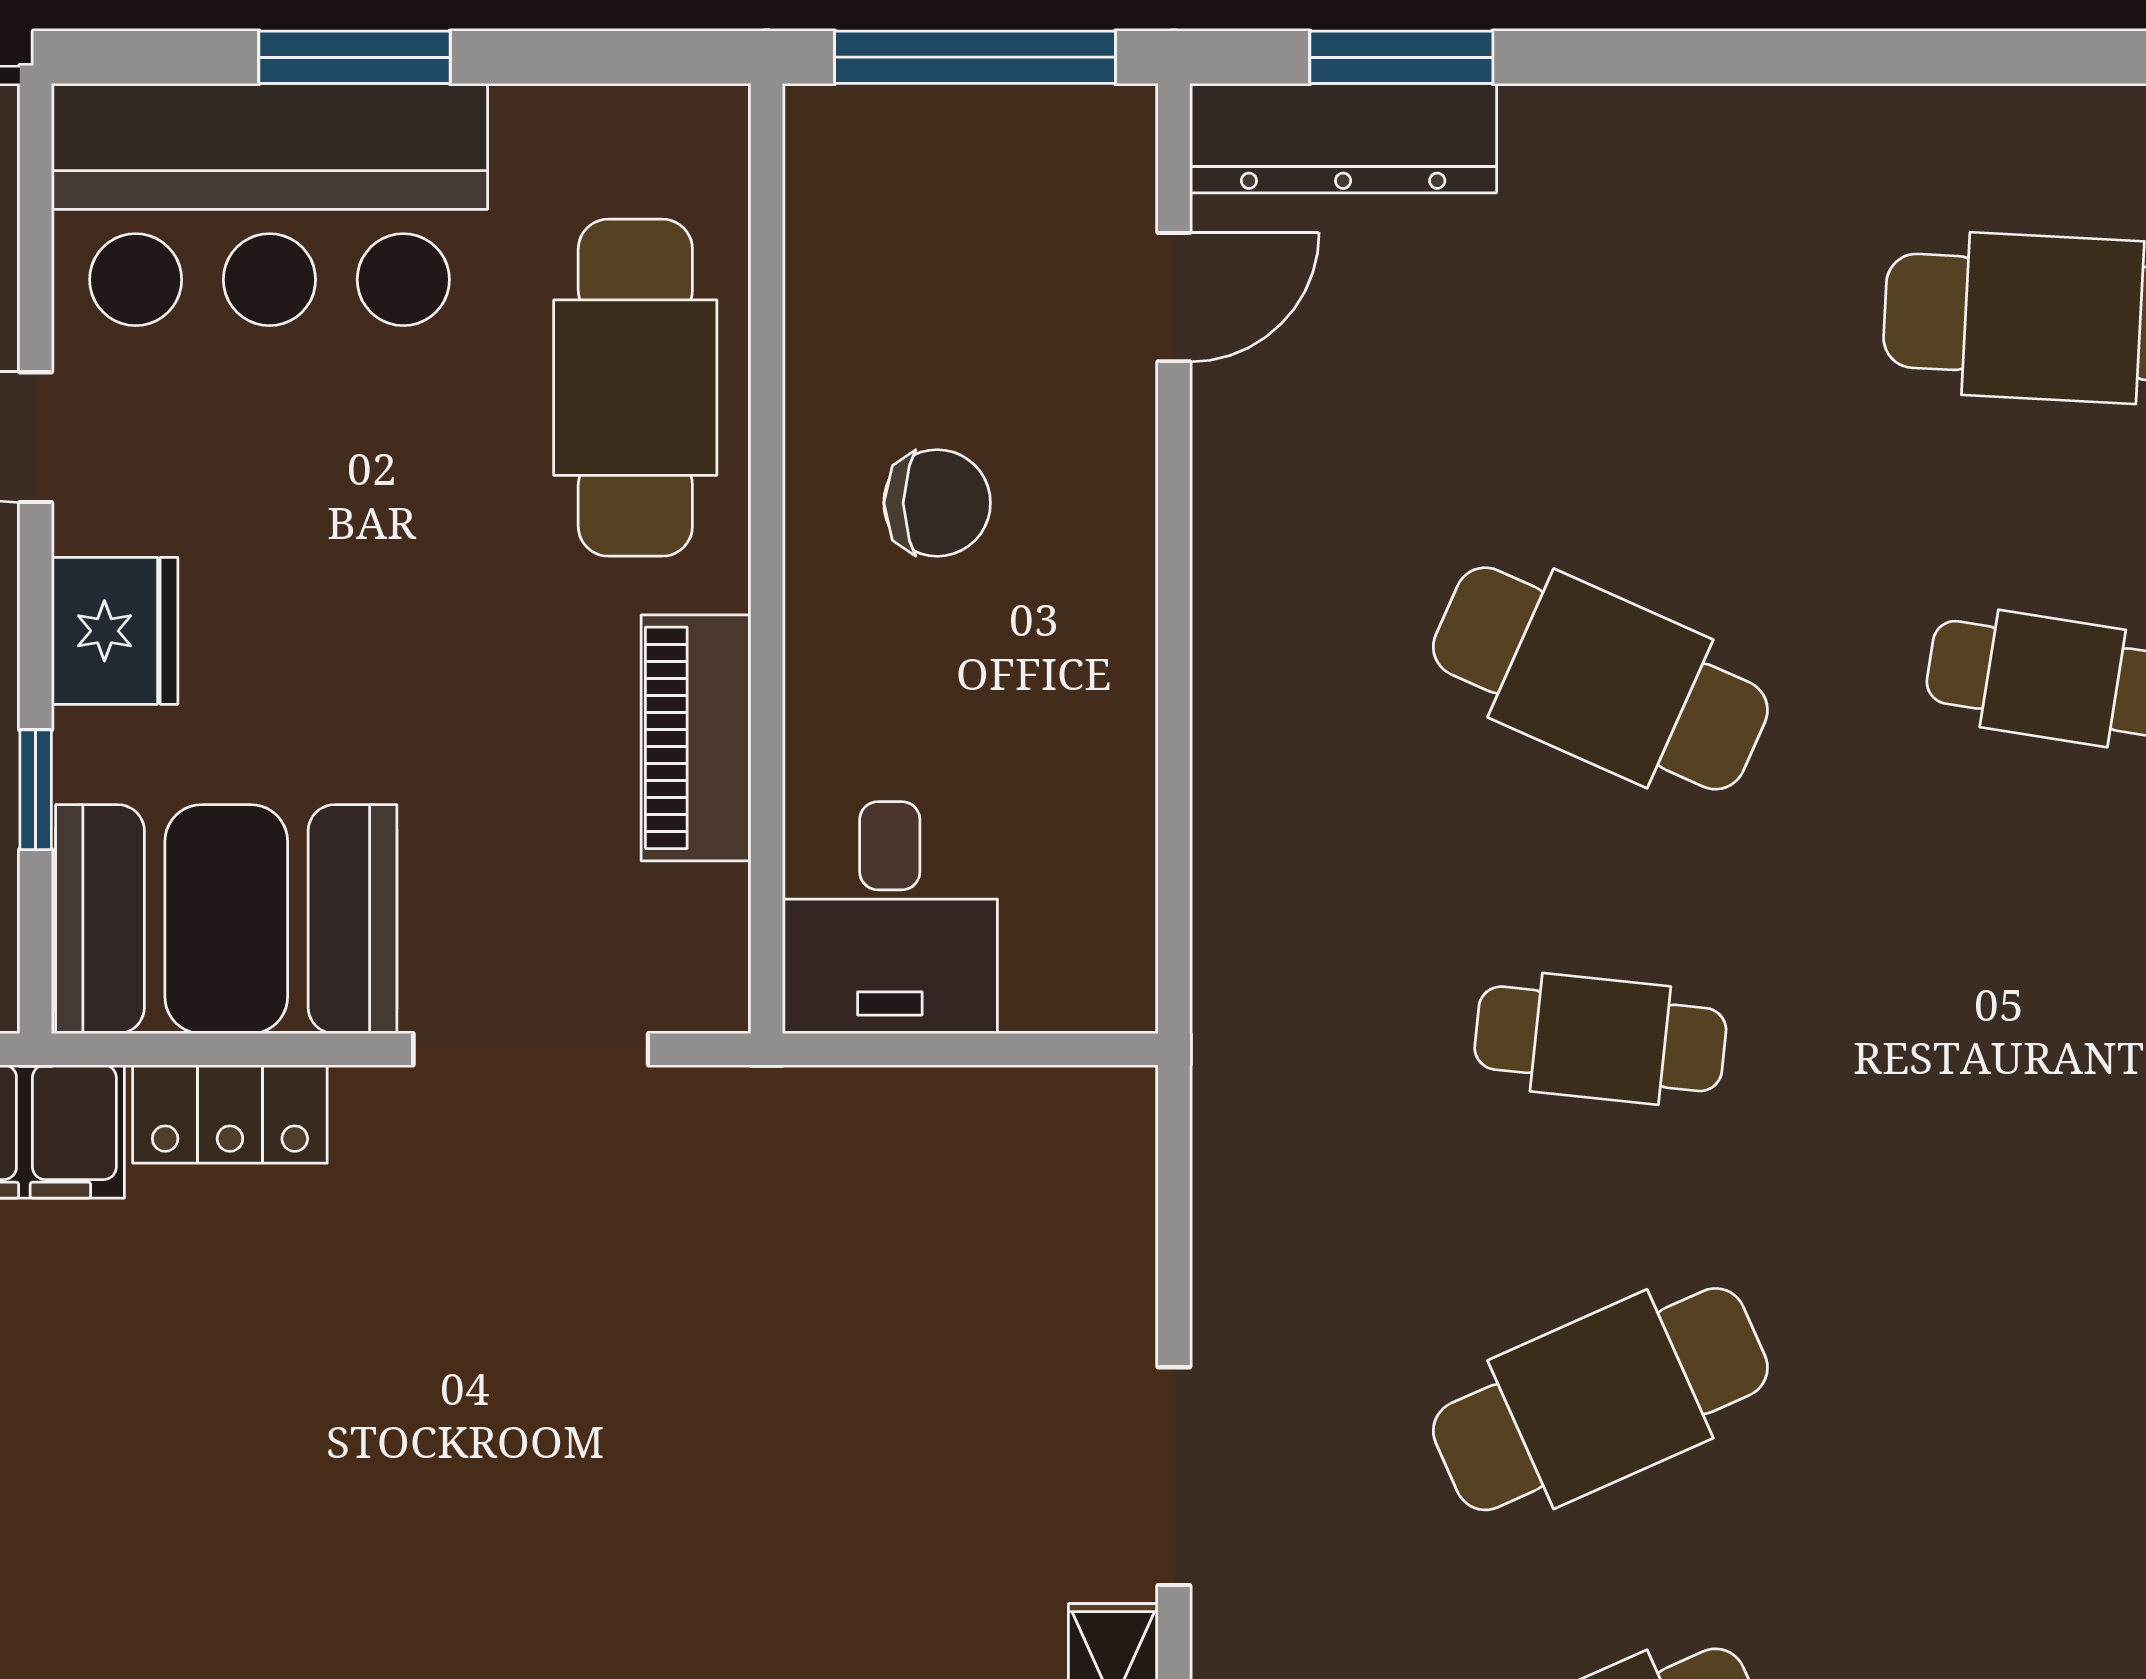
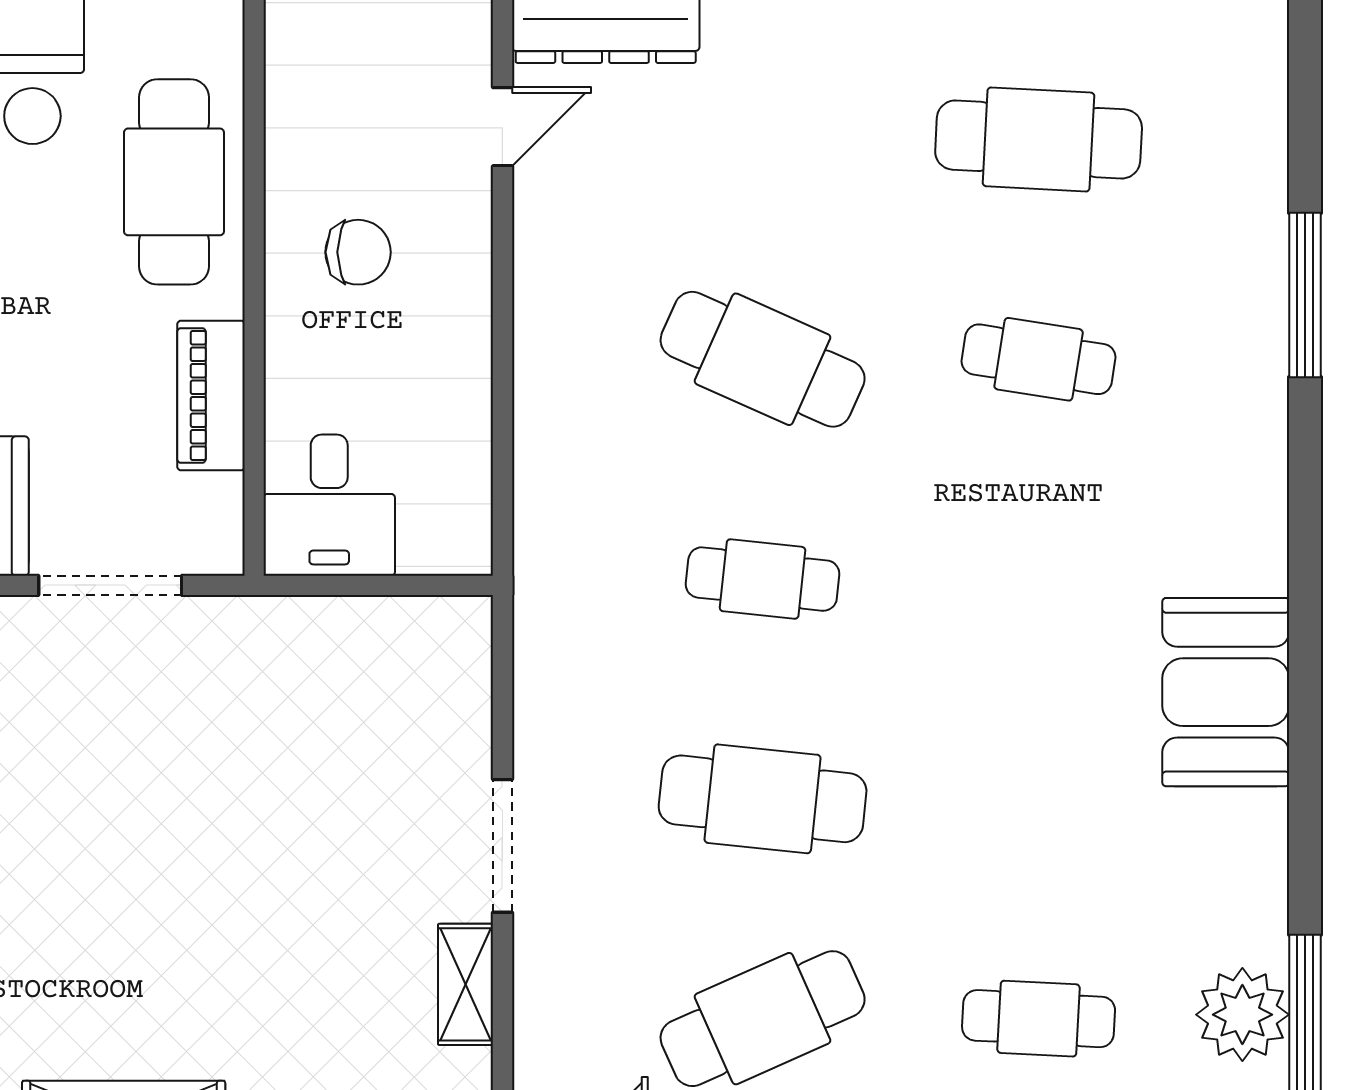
cafe table: (1600, 1399) -> (763, 799), turned 30

